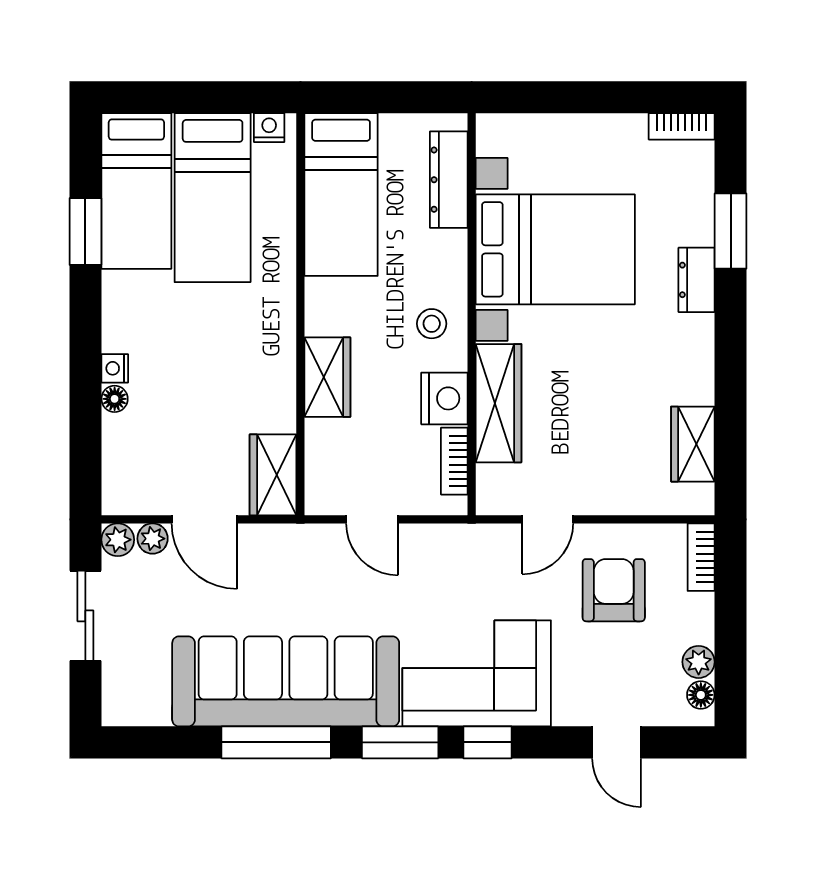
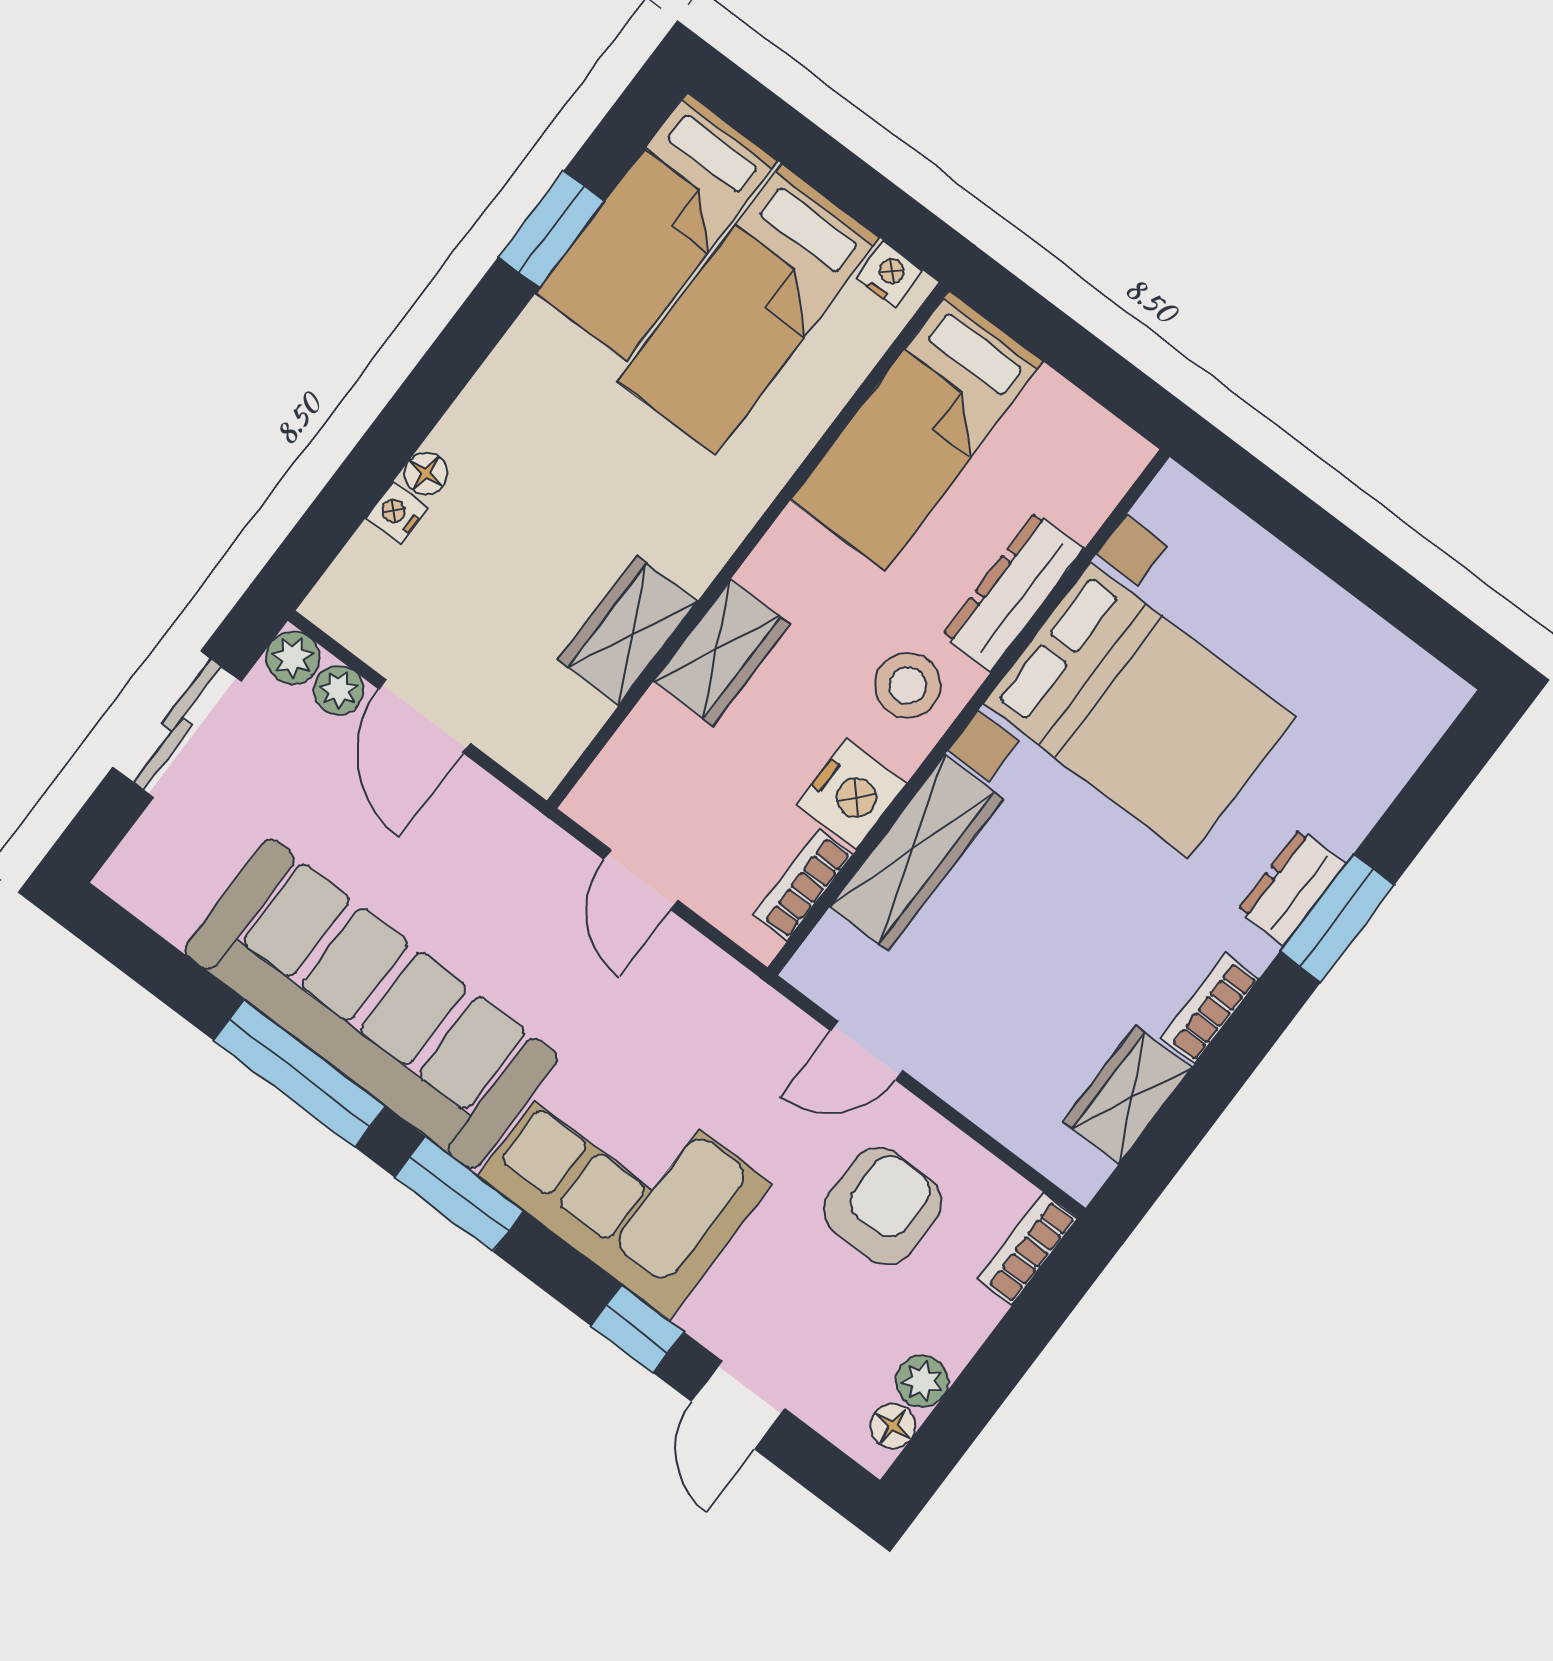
bookcase: (682, 126) -> (1210, 1009), moved, turned 90
dresser: (449, 180) -> (1013, 592), moved
window: (731, 231) -> (1337, 918), moved
stool: (432, 324) -> (908, 685), width x1.37, depth x1.37
nightstand: (115, 368) -> (396, 513), moved
wardrobe: (273, 475) -> (628, 631), moved
window: (488, 742) -> (637, 1329), moved

